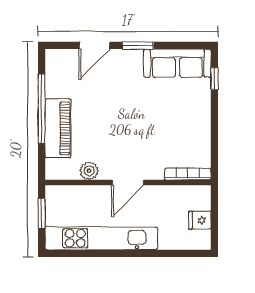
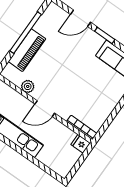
fridge: (200, 220) -> (81, 144), moved

